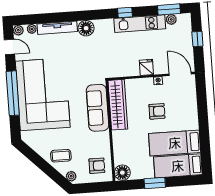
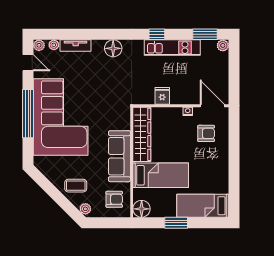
plant: (171, 19) -> (223, 45), moved
tv unit: (57, 28) -> (76, 46), width x0.71
window: (197, 39) -> (234, 69), removed
fridge: (146, 67) -> (162, 96), moved
sofa: (98, 108) -> (119, 156), moved
armchair: (157, 111) -> (206, 133), moved
bed: (175, 143) -> (161, 175), moved, turned 180

